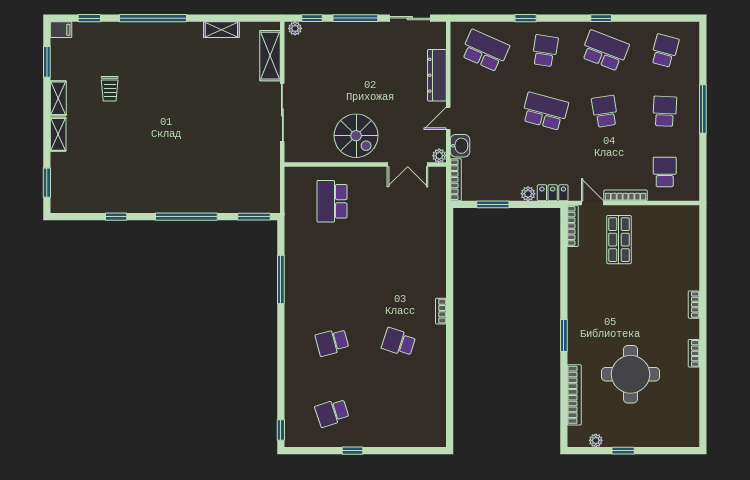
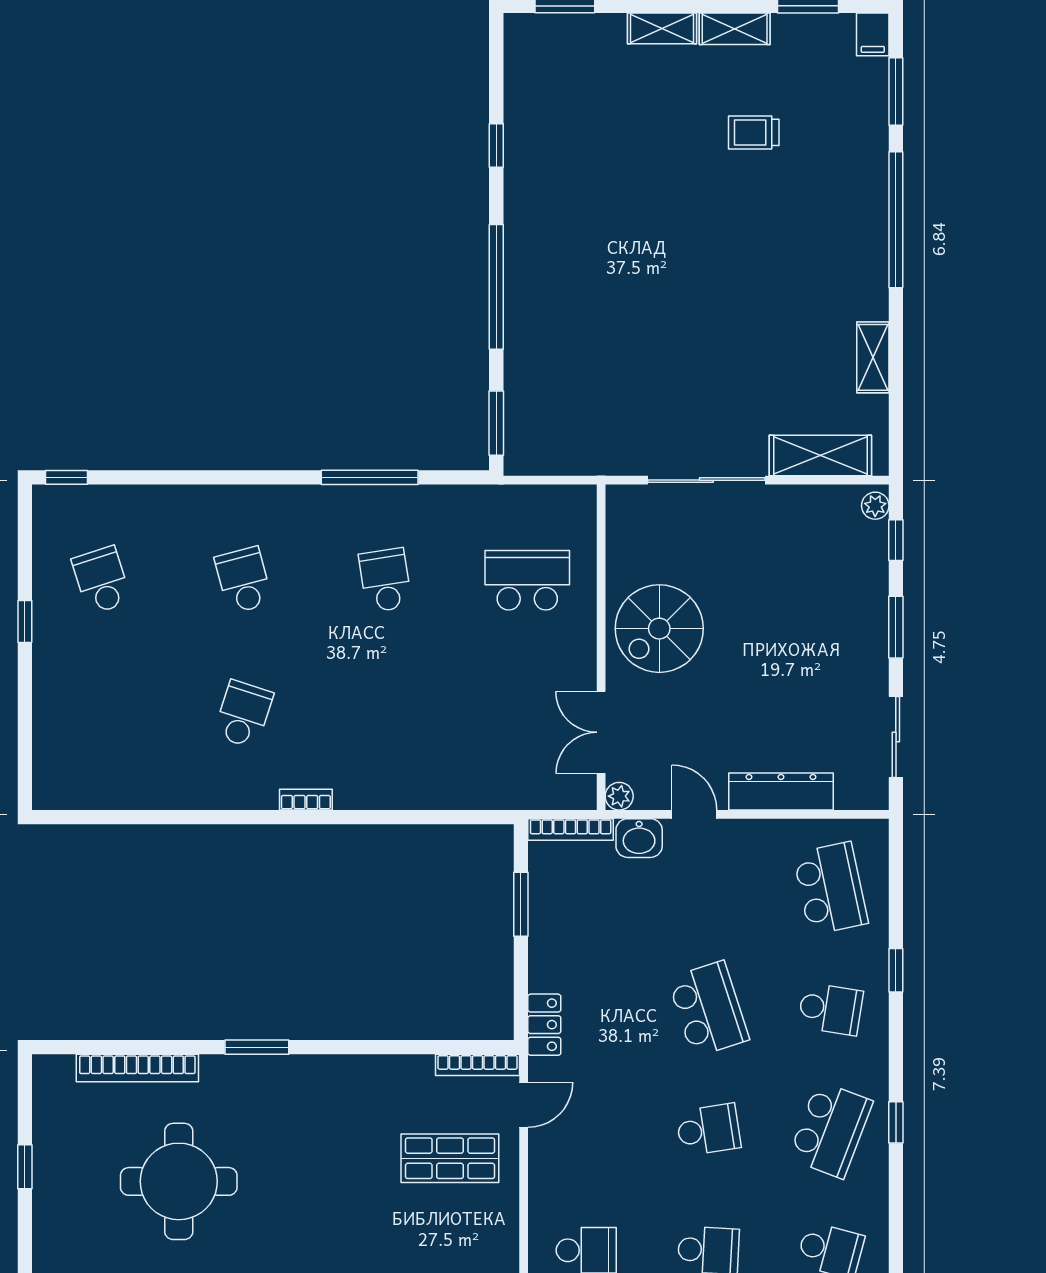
window: (89, 18) -> (896, 91), width x1.50
window: (355, 18) -> (896, 627), width x0.69
school desk: (485, 51) -> (831, 888), turned -36
school desk: (545, 111) -> (708, 1009), turned -33
plant: (528, 194) -> (542, 975), removed
bookcase: (626, 195) -> (539, 1171), removed
school desk: (332, 272) -> (385, 580), added
plant: (596, 440) -> (45, 1111), removed

